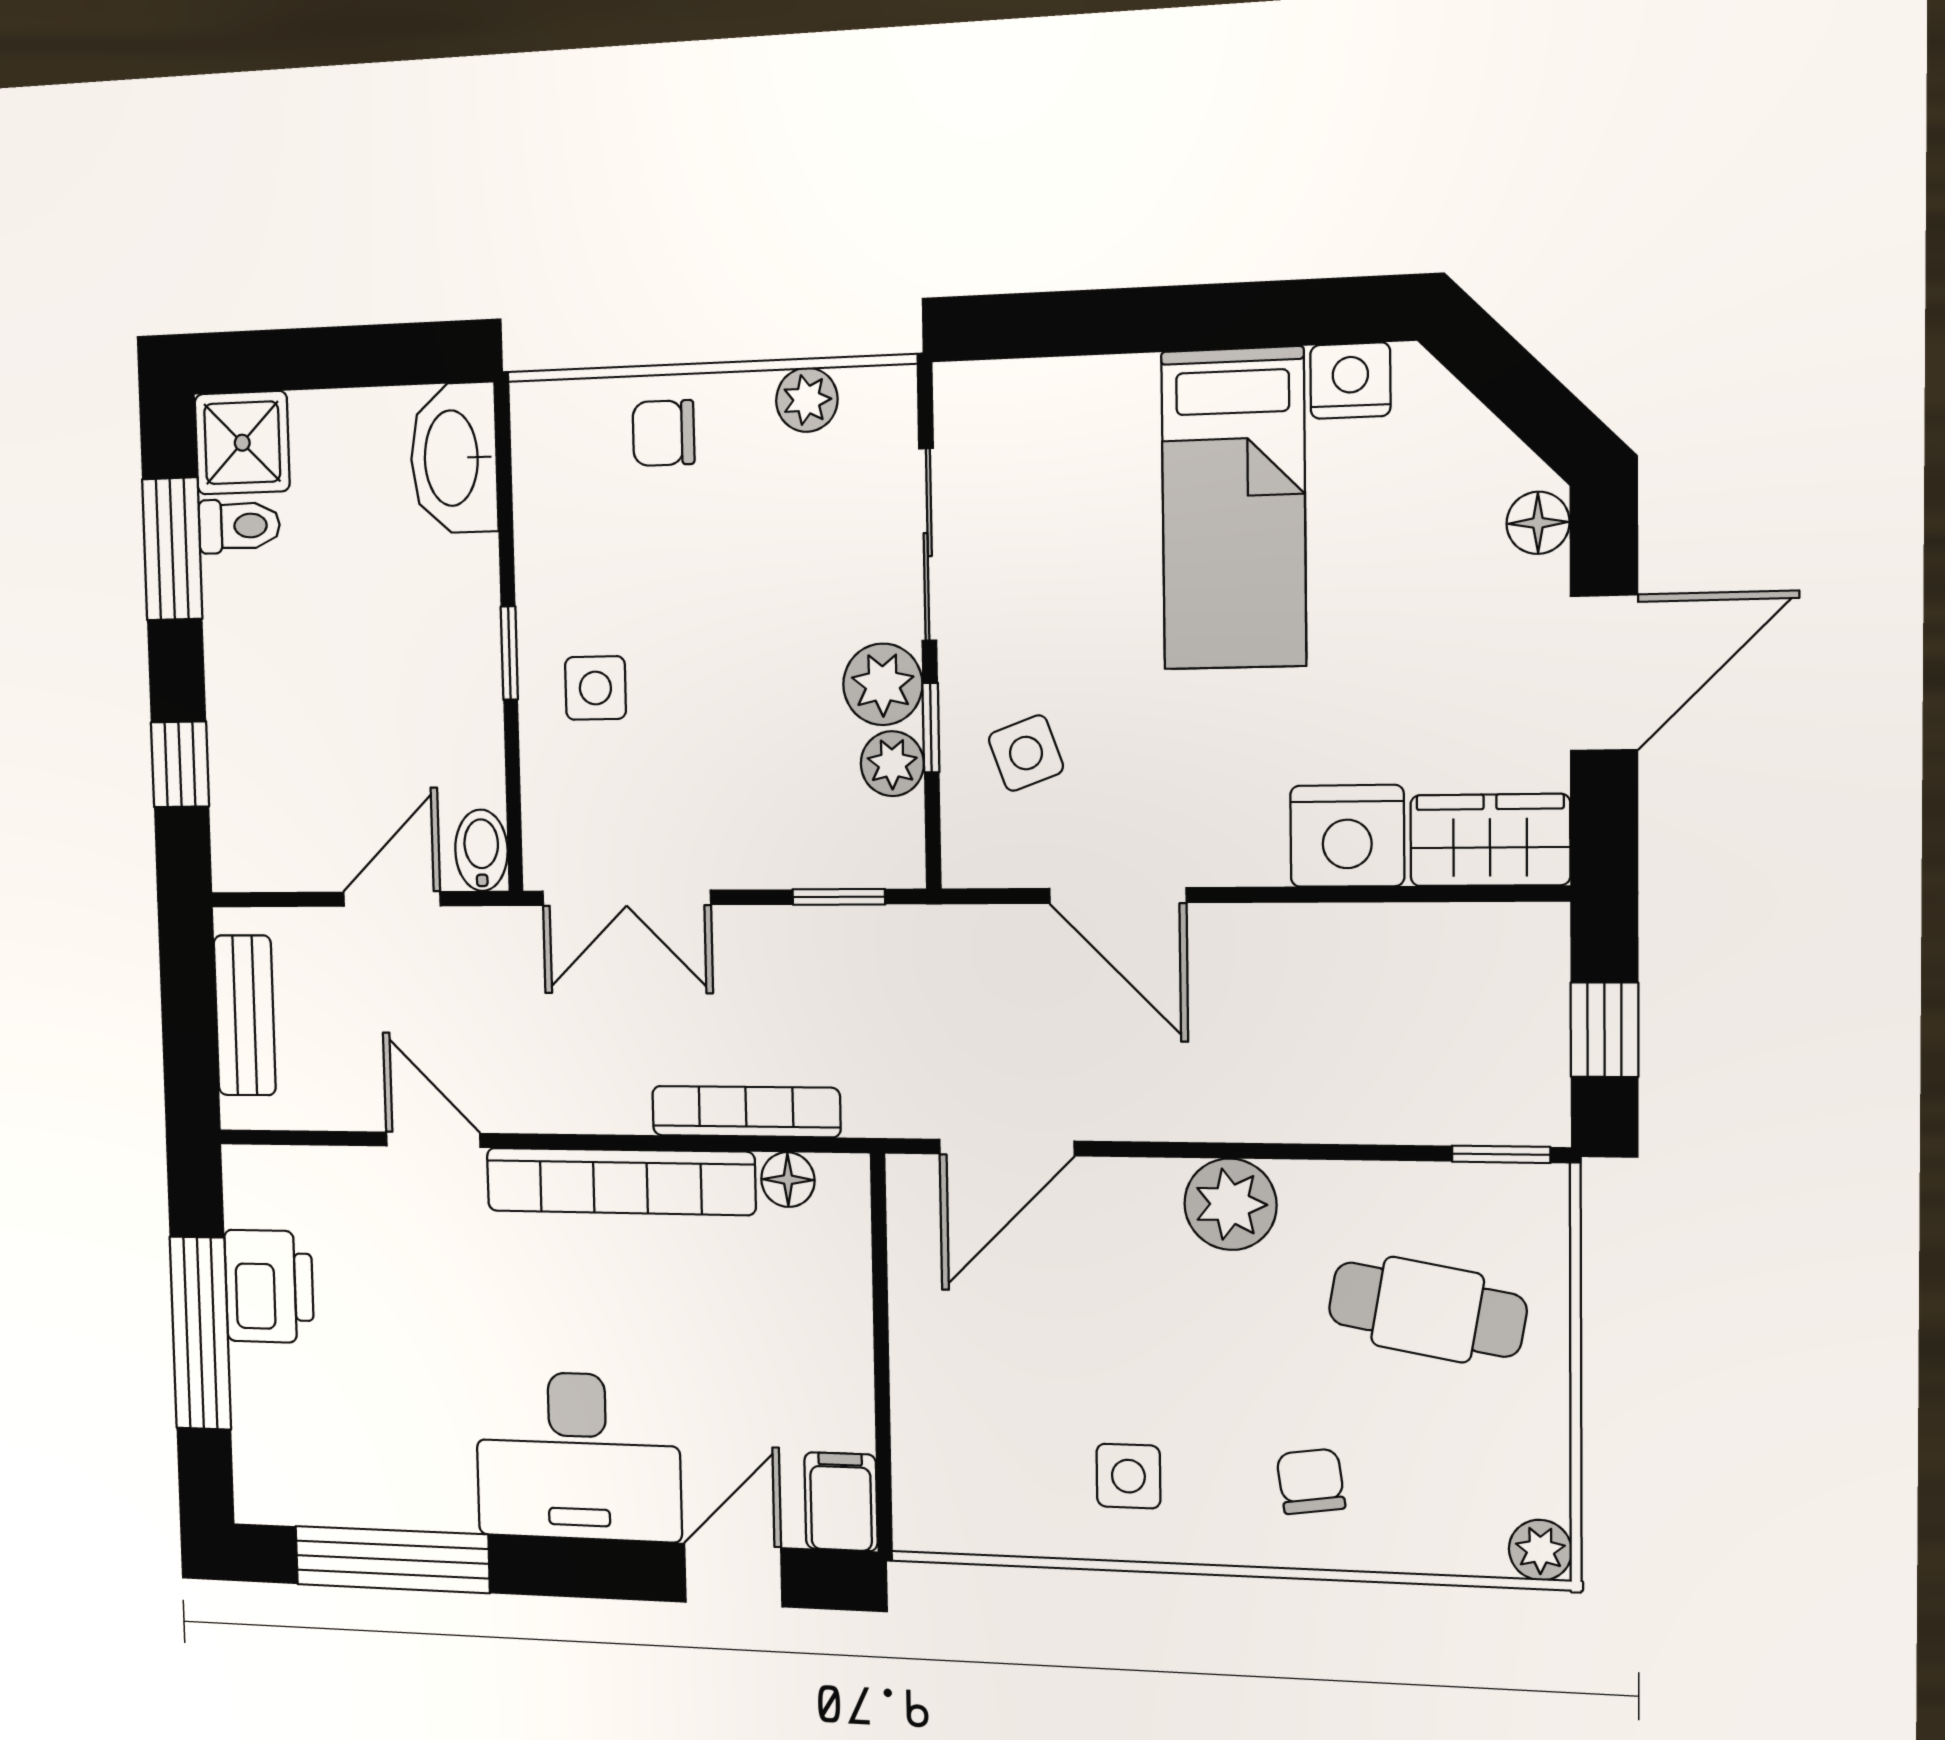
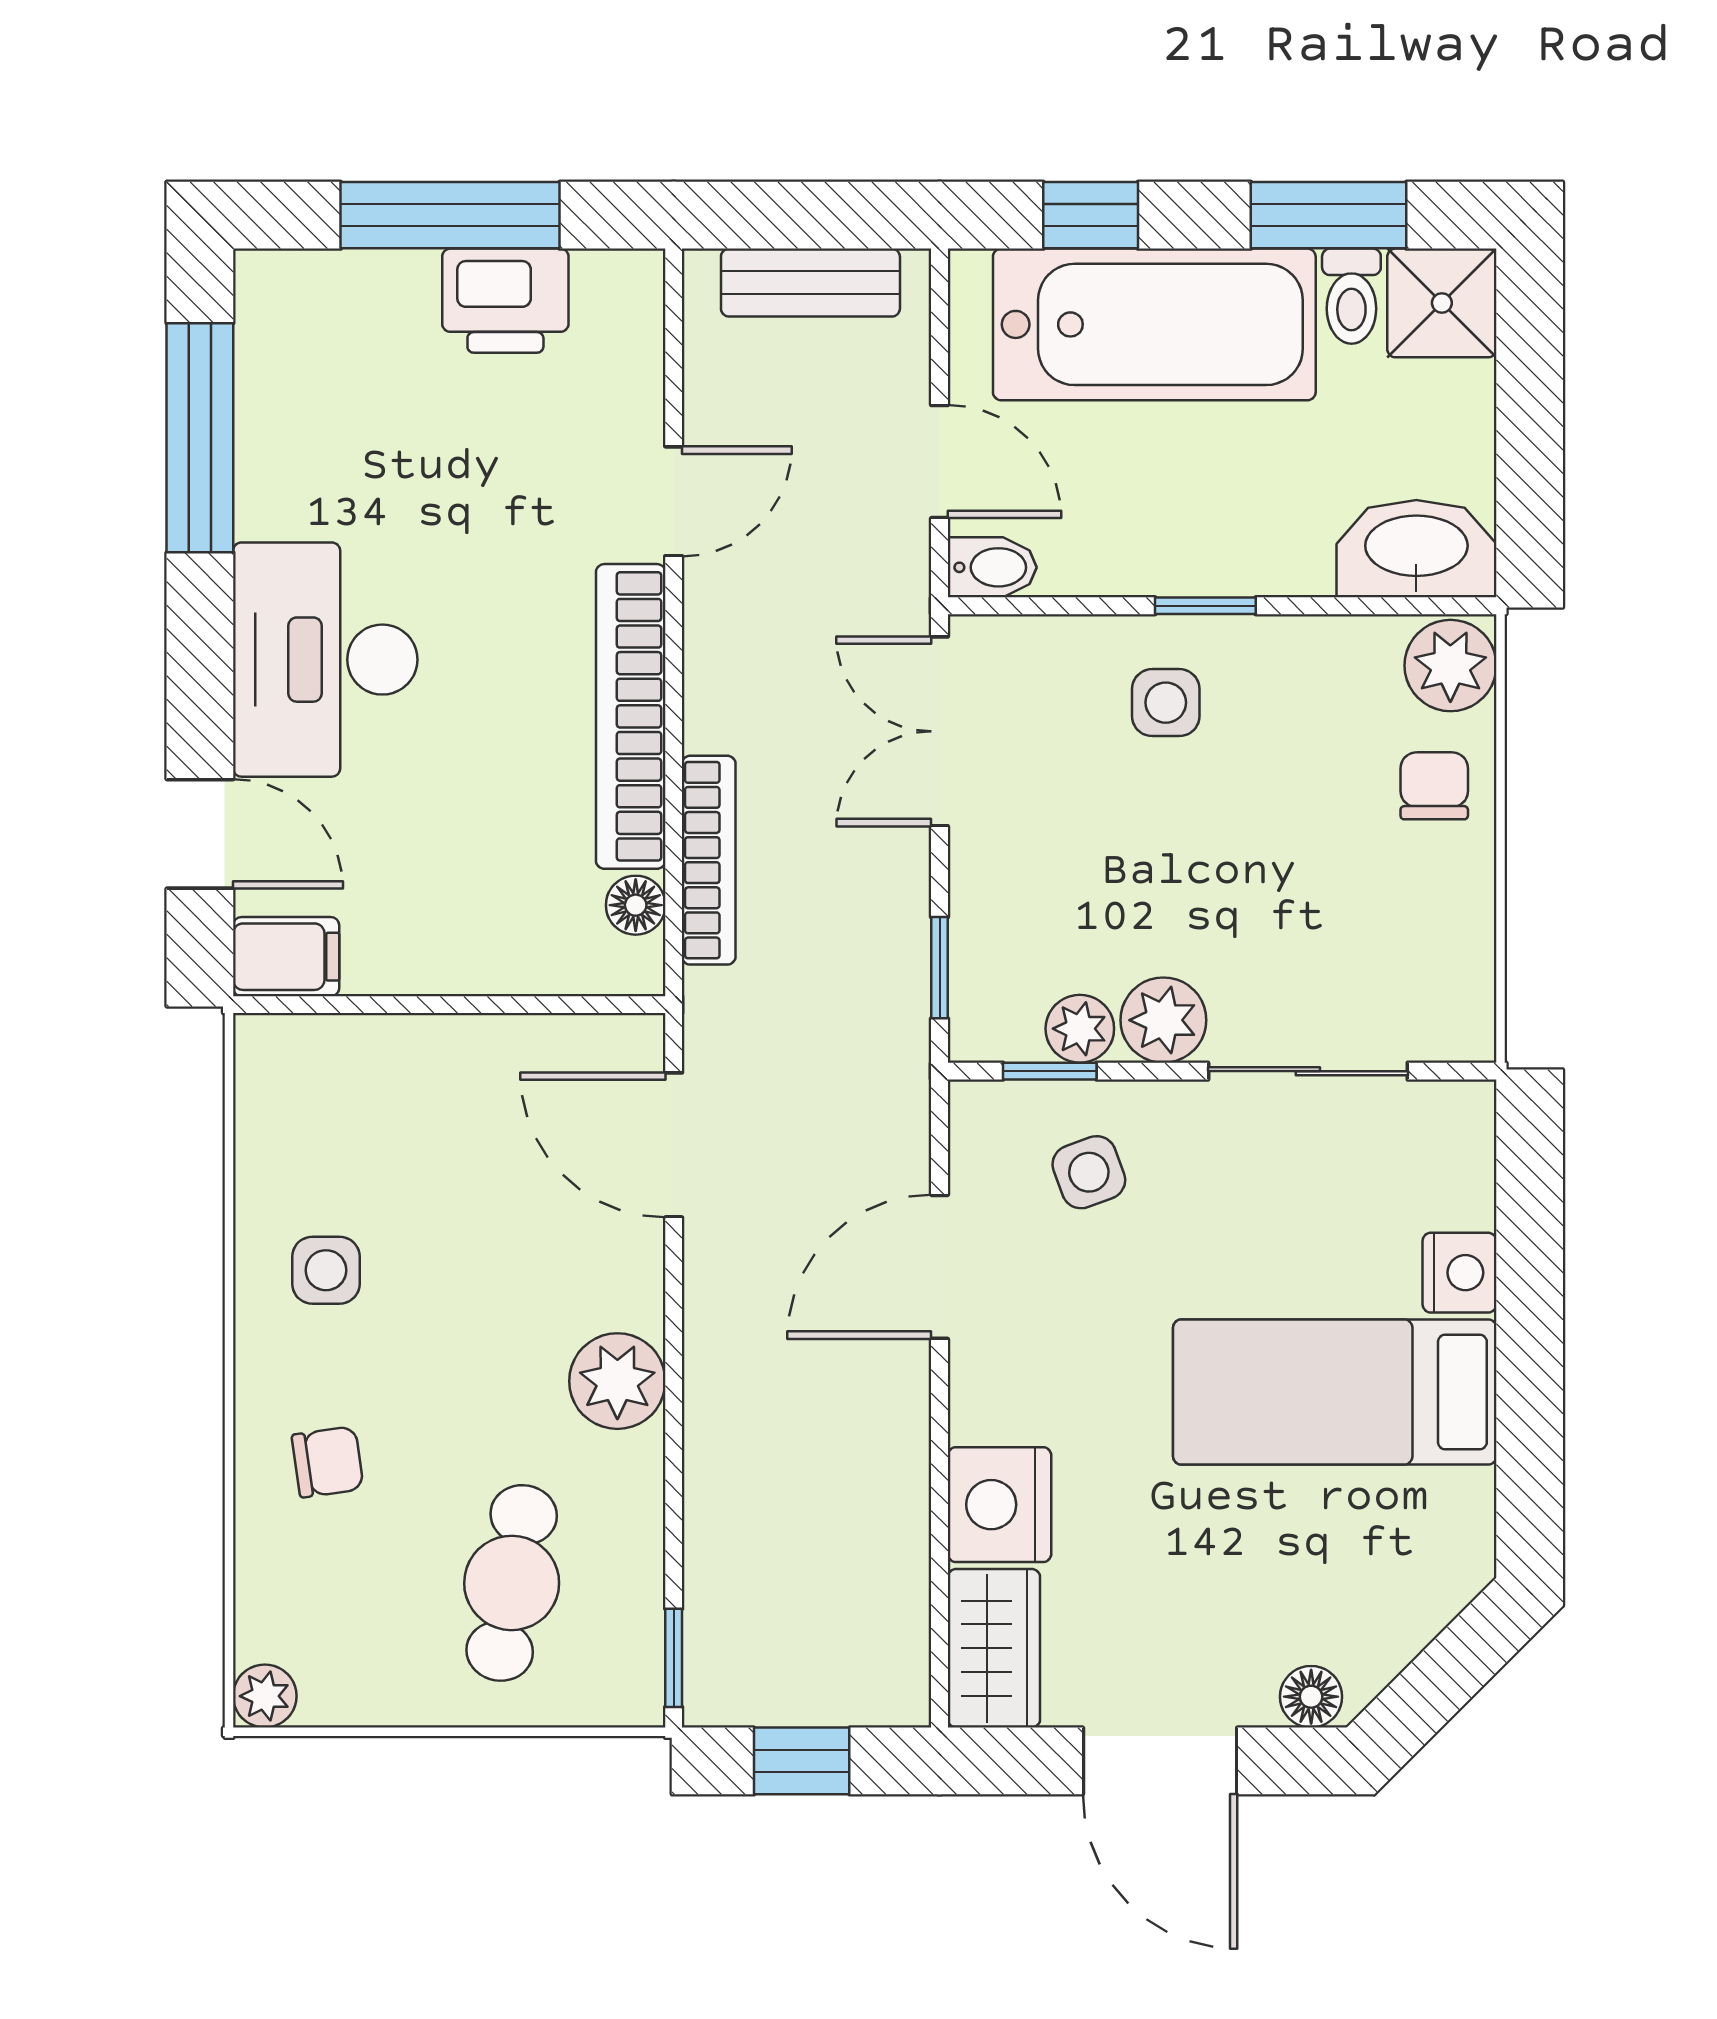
nightstand: (1350, 381) -> (1459, 1273), moved
plant: (807, 400) -> (1450, 666), moved, width x1.38, depth x1.38
bathtub: (269, 705) -> (1154, 324), added
window: (931, 728) -> (1050, 1071), moved

